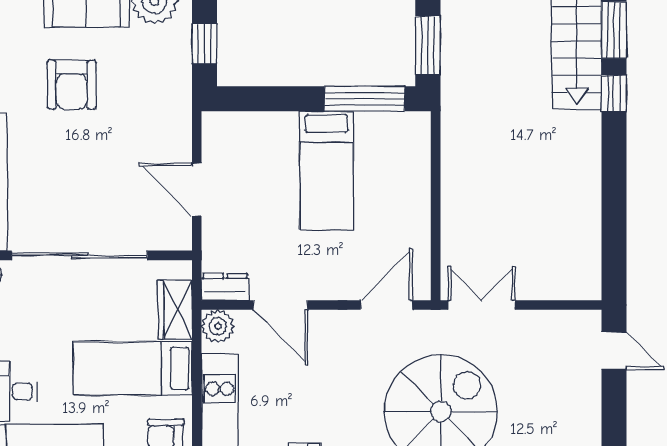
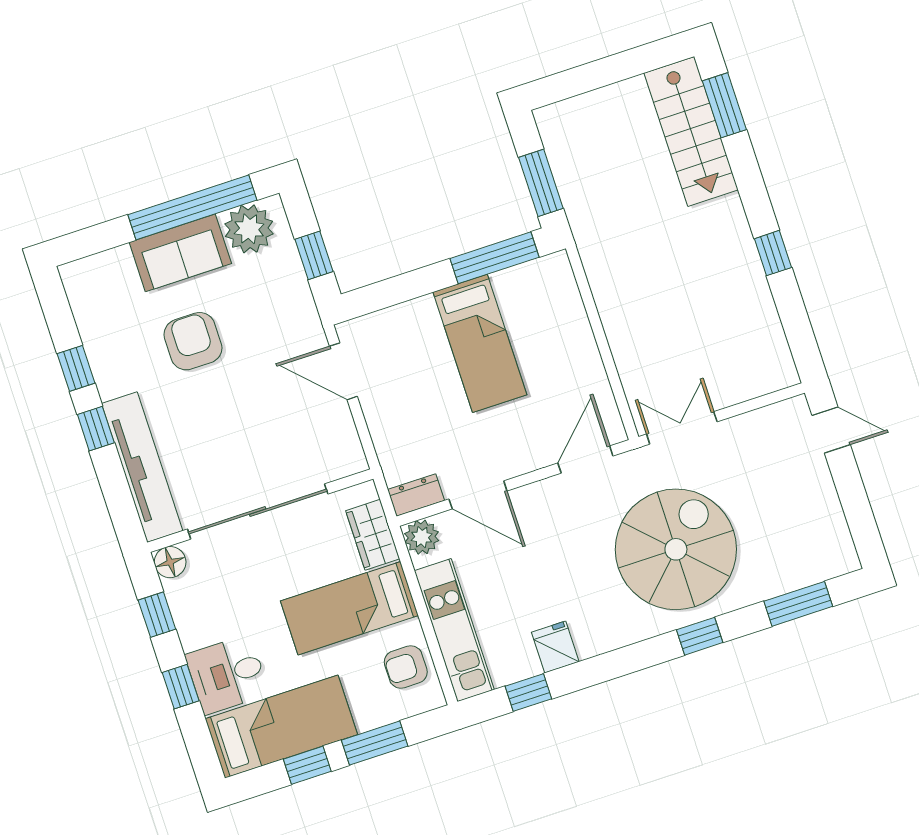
armchair: (72, 85) -> (193, 341), turned 180
window: (614, 93) -> (773, 253), moved
door: (197, 190) -> (343, 371), moved

